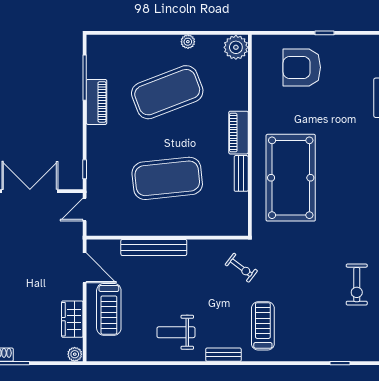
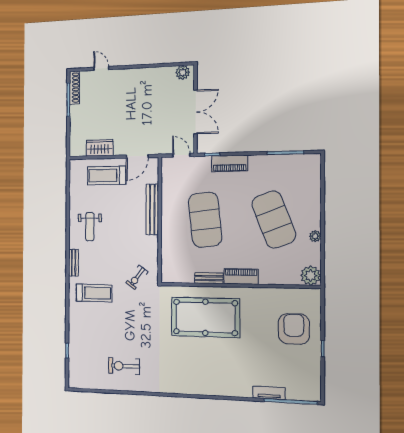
piano: (97, 102) -> (230, 163), moved
weight bench: (176, 332) -> (90, 227), turned 180
plant: (75, 354) -> (74, 150), removed

